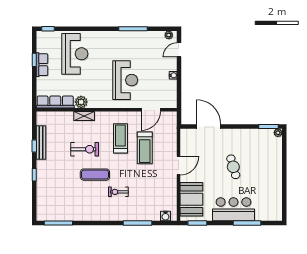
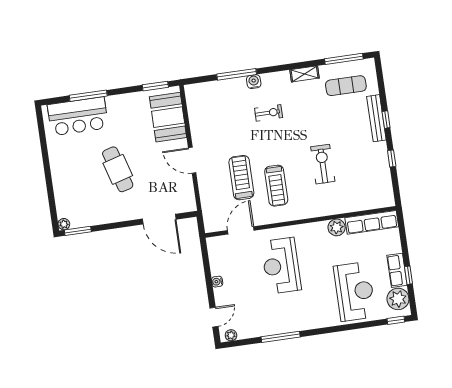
plant: (44, 44) -> (398, 299), added
reception desk: (75, 54) -> (355, 292), turned 180
shelving: (84, 116) -> (304, 74), moved
bench: (41, 143) -> (376, 118), moved
exercise bike: (85, 149) -> (323, 164), turned 90
door: (179, 166) -> (192, 160), hinge flipped
cafe table: (233, 167) -> (118, 169), width x1.37, depth x1.35
exercise mat: (95, 175) -> (346, 86), moved
bar counter: (233, 209) -> (78, 116), moved
water cooler: (165, 216) -> (254, 82), moved

